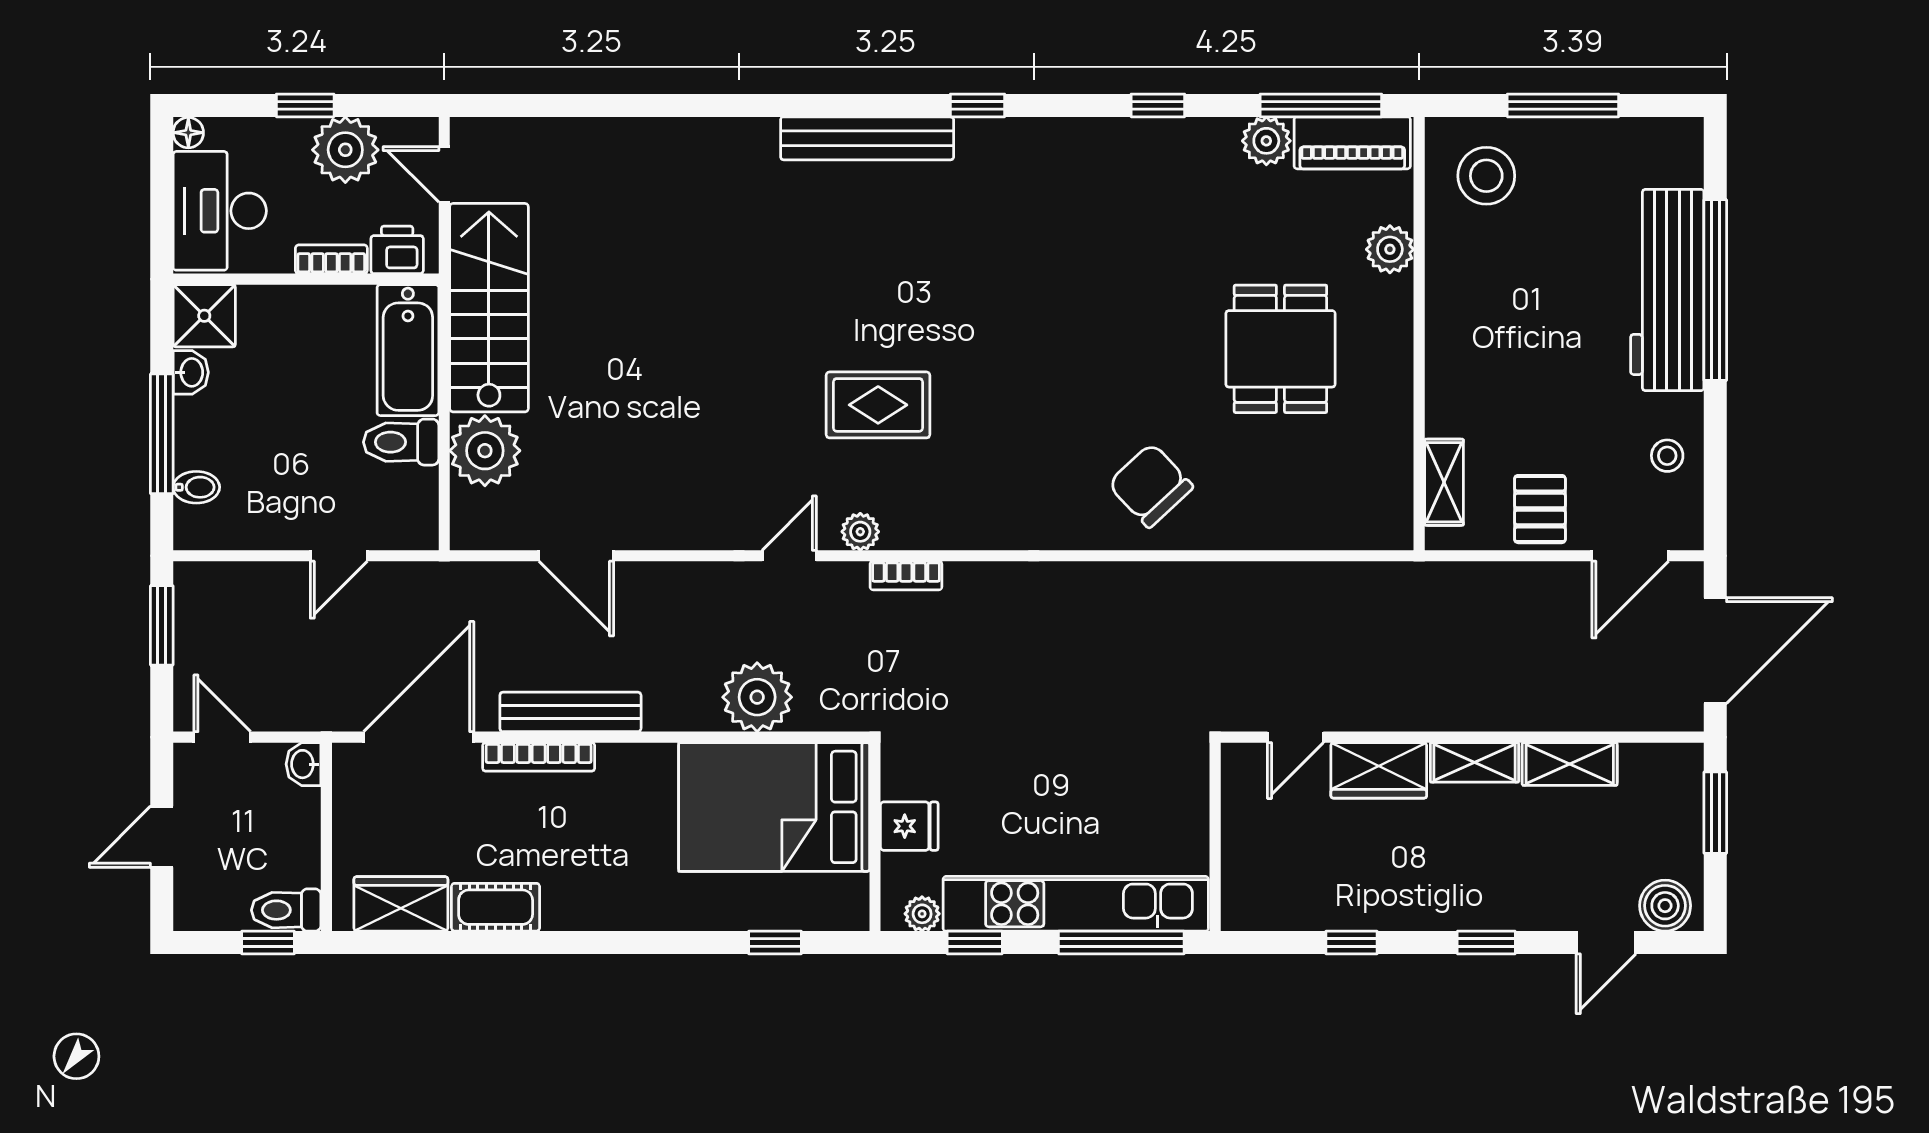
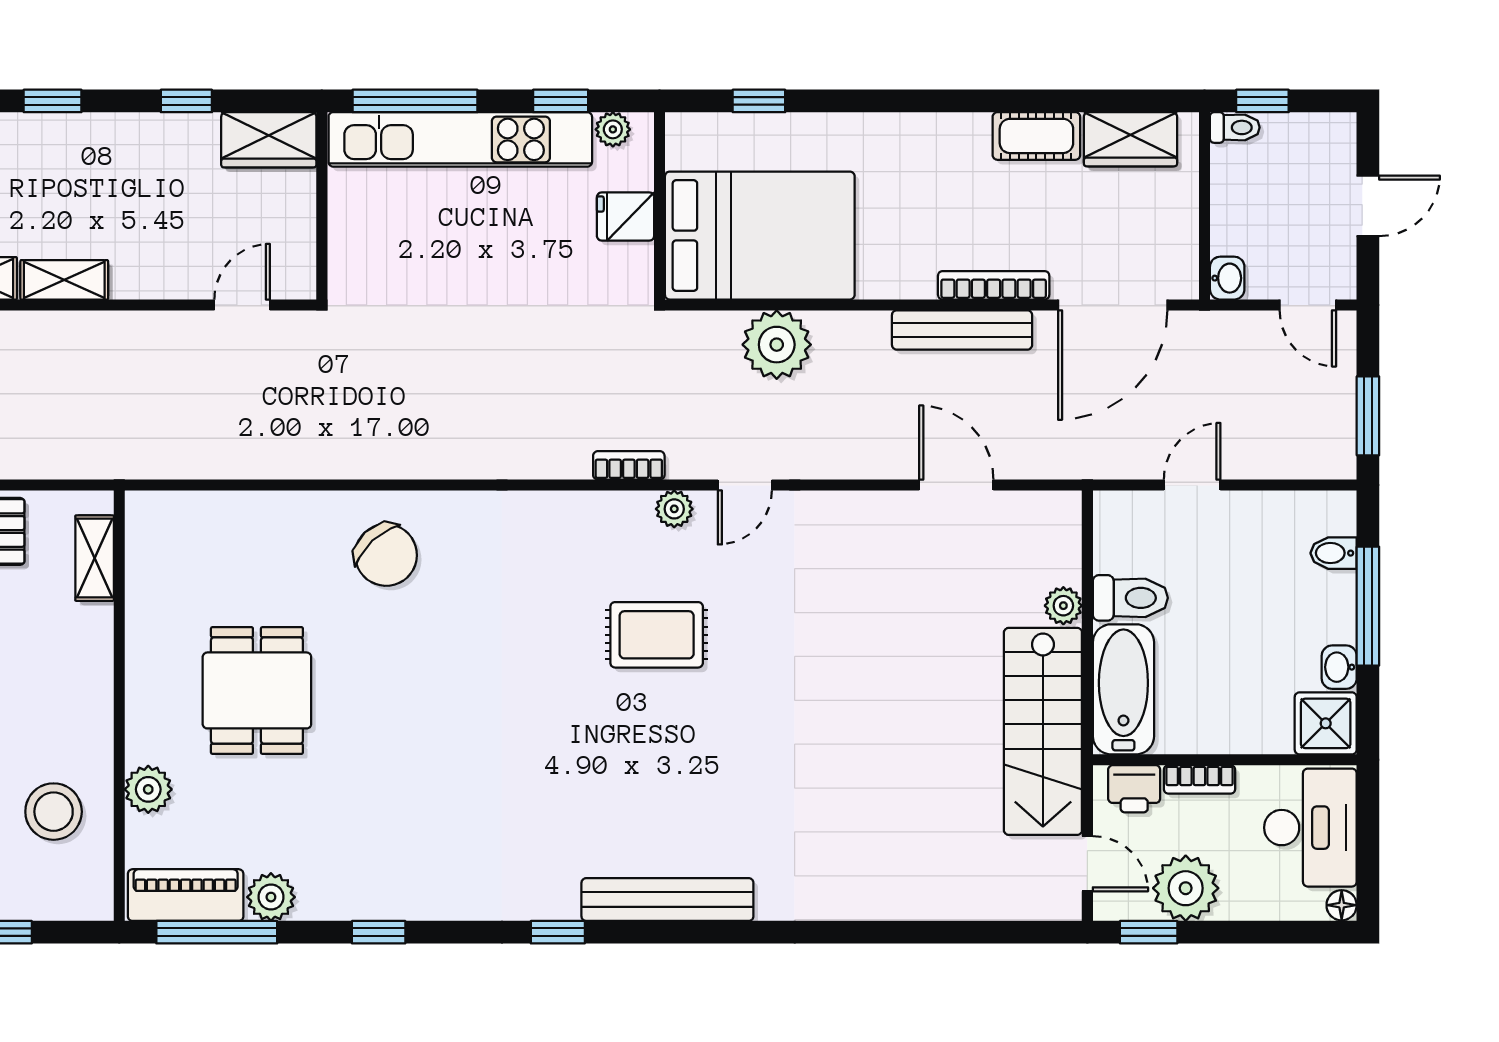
window: (305, 105) -> (1149, 932), moved
stool: (1486, 176) -> (54, 812), moved
plant: (485, 451) -> (1063, 606), width x0.53, depth x0.53
wardrobe: (1379, 770) -> (269, 140), moved, turned 180
toilet: (286, 910) -> (1235, 127), width x0.73, depth x0.72

